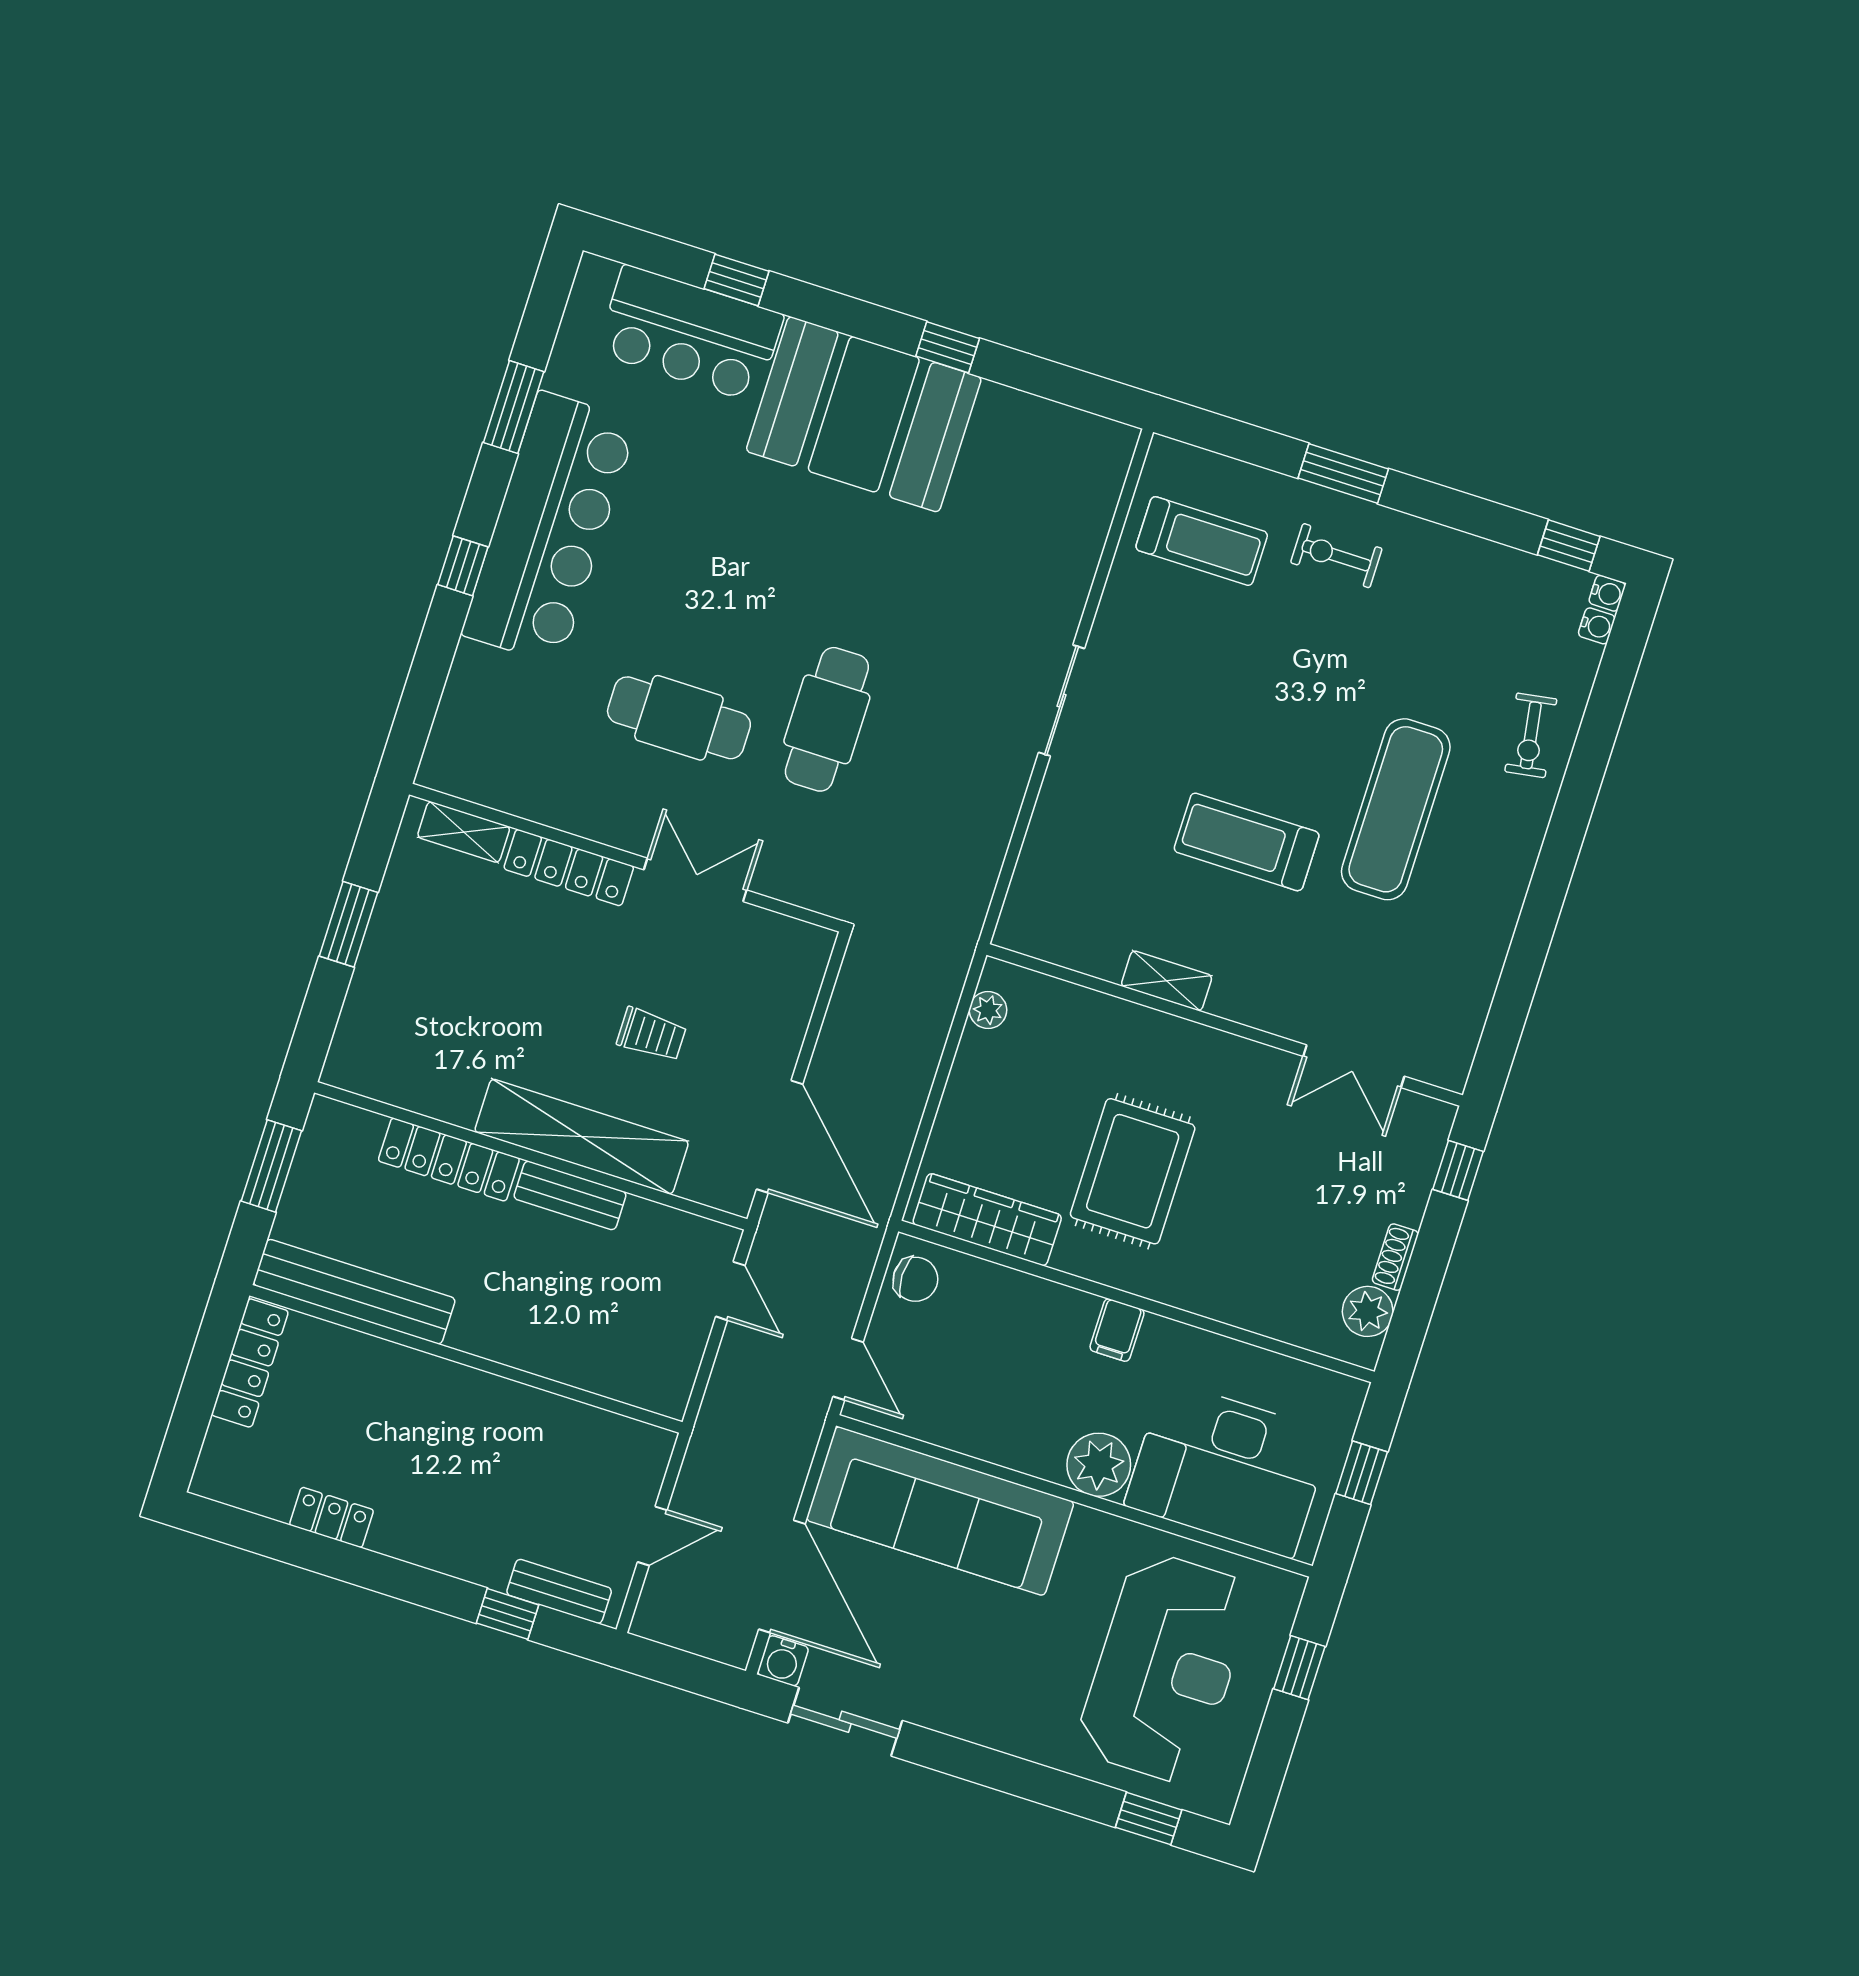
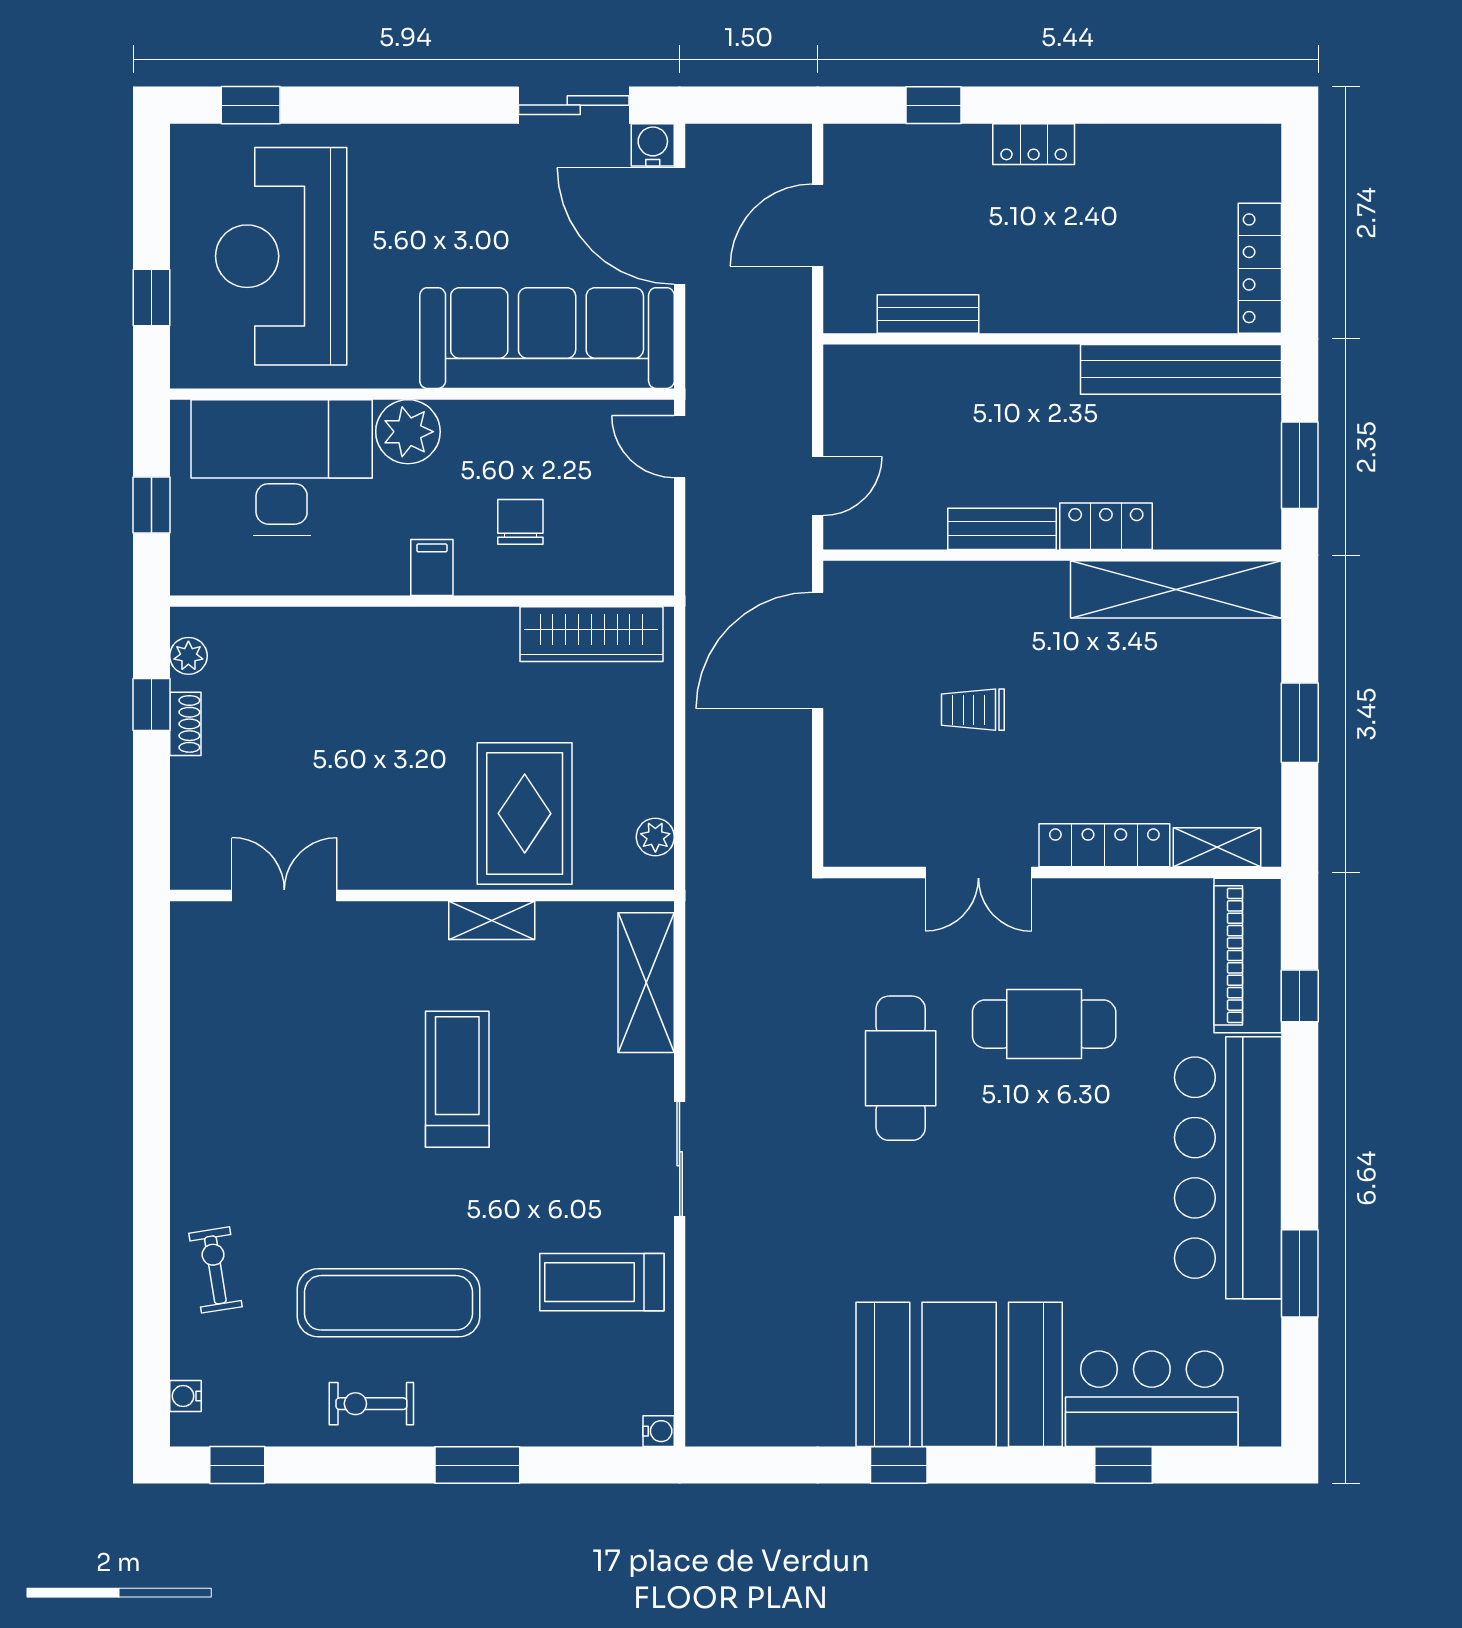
treadmill: (1202, 541) -> (602, 1282), moved
exercise bike: (1336, 556) -> (371, 1404), moved, turned 180
window: (463, 566) -> (1300, 996), moved
water cooler: (1607, 593) -> (659, 1431), moved, turned 180
piano: (467, 721) -> (1248, 955), added
exercise mat: (1396, 809) -> (388, 1303), moved, turned 90
treadmill: (1247, 842) -> (457, 1079), turned -90
shelving: (1040, 876) -> (646, 983), added
shelving: (582, 1137) -> (1176, 589), moved
door: (780, 1137) -> (818, 650), hinge flipped
locker: (449, 1160) -> (1106, 526), width x0.66
window: (1458, 1170) -> (152, 705), moved
rug: (1133, 1171) -> (525, 813), moved
chair: (915, 1279) -> (520, 522), moved, turned 90
door: (730, 1291) -> (818, 486), swing flipped
plant: (1368, 1311) -> (188, 656), width x0.73, depth x0.73
locker: (332, 1517) -> (1034, 144), moved
door: (652, 1536) -> (818, 225), width x1.38
bench: (559, 1591) -> (928, 314), moved

